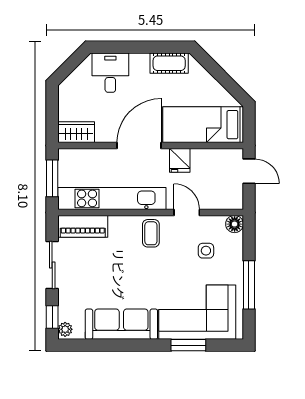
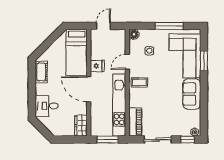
sofa: (121, 324) -> (192, 94), width x0.73

